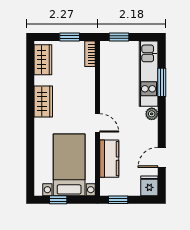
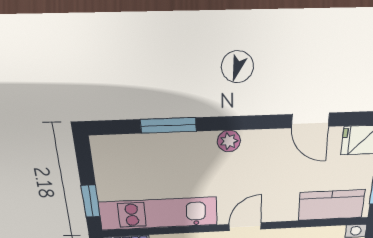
kitchen unit: (149, 74) -> (159, 214), moved, turned 180
kitchen counter: (109, 159) -> (331, 205), moved

